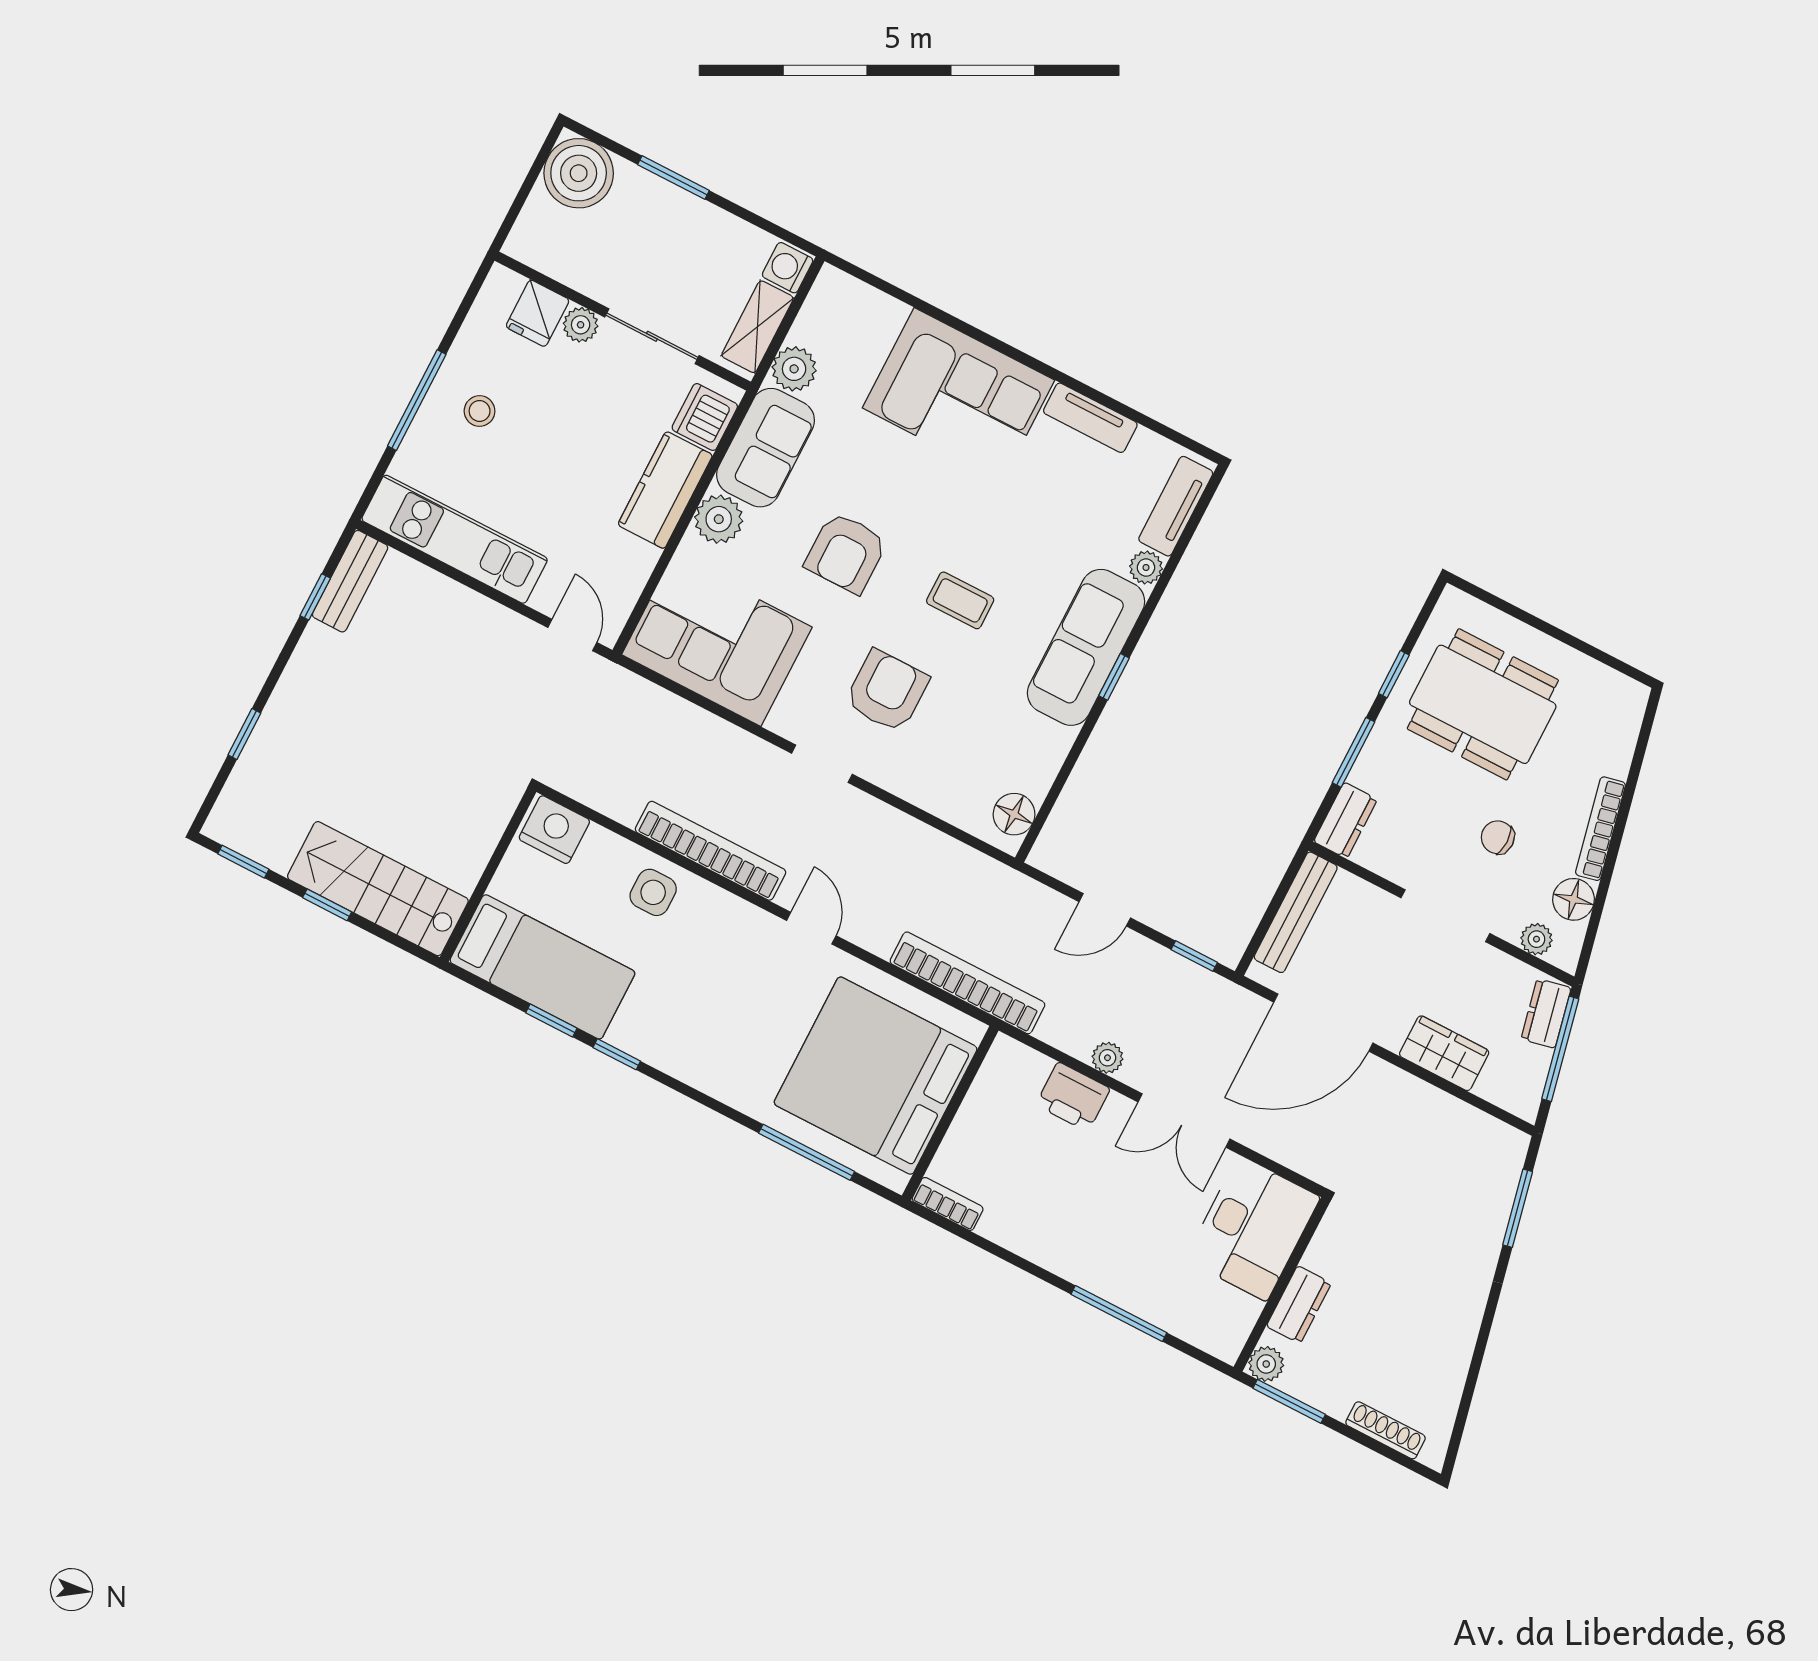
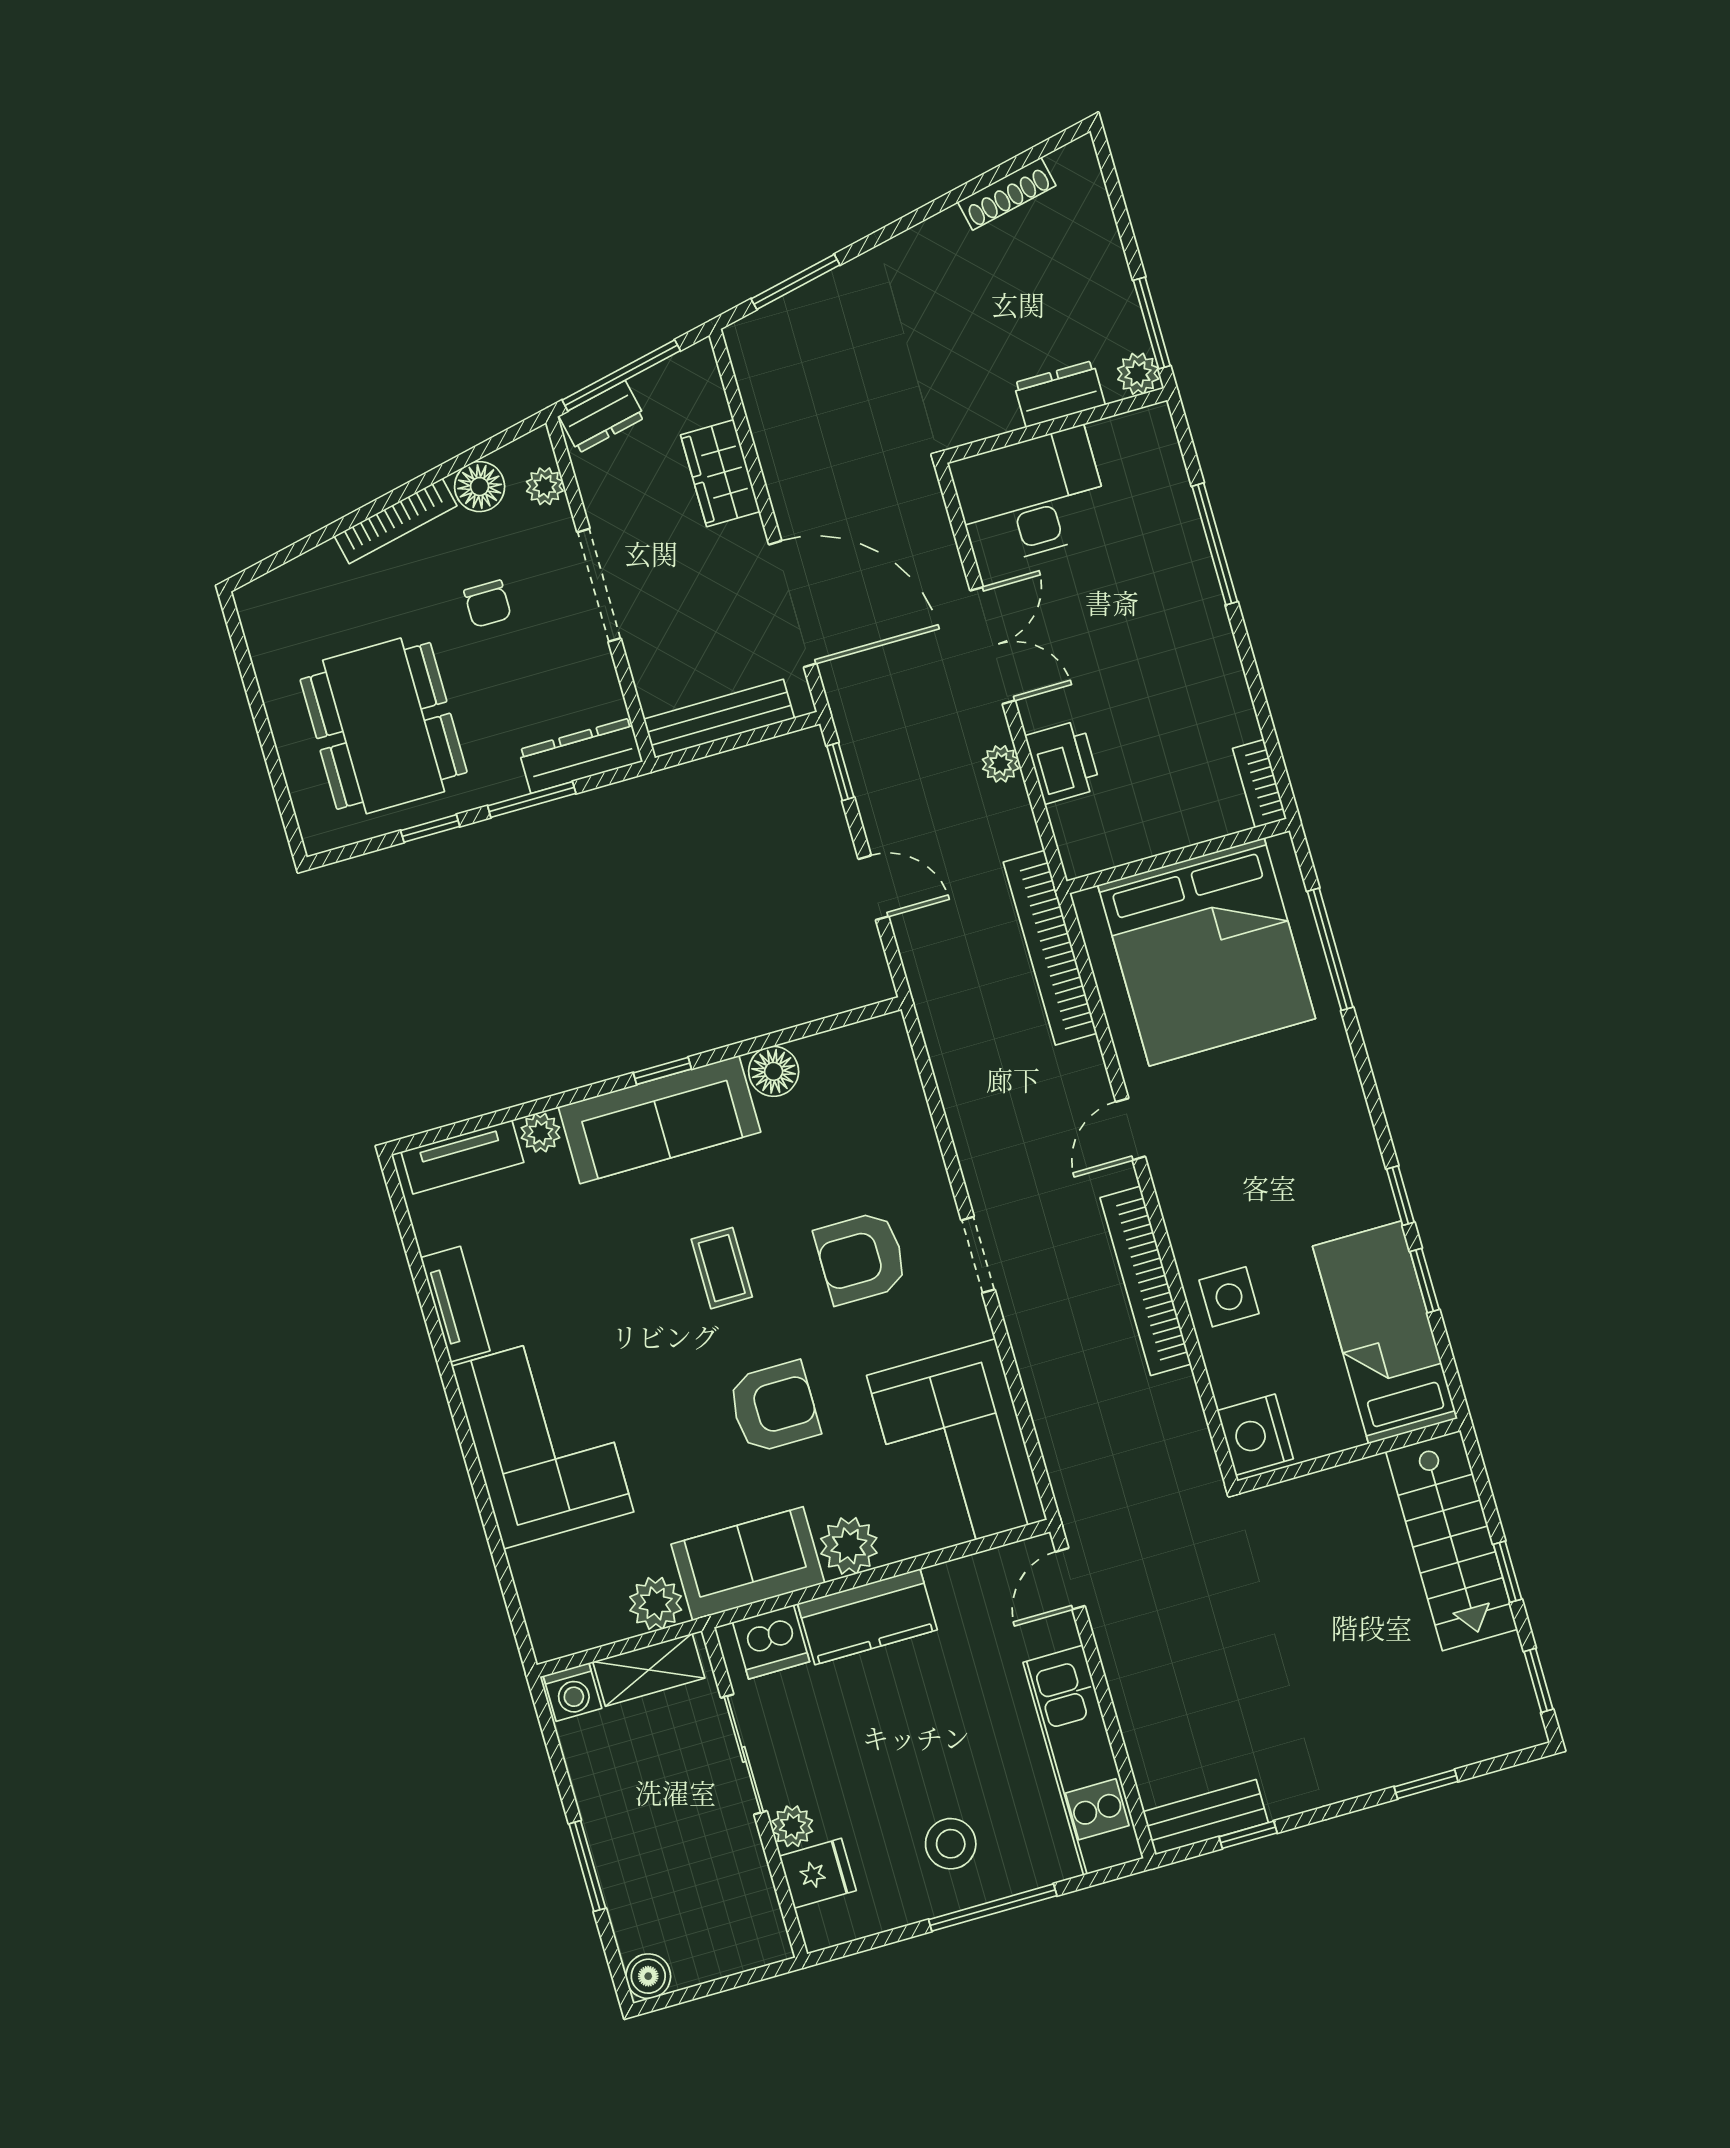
boiler: (579, 173) -> (648, 1976), width x0.54, depth x0.54
stool: (480, 411) -> (951, 1844), width x1.37, depth x1.37
floor lamp: (1014, 814) -> (774, 1071), moved
dresser: (1345, 820) -> (581, 756), width x1.44
shoe rack: (1386, 1430) -> (1007, 194), moved, turned -102

